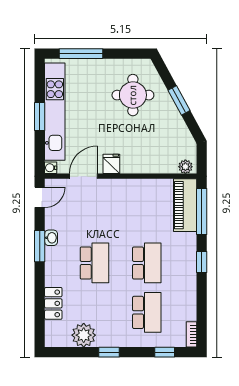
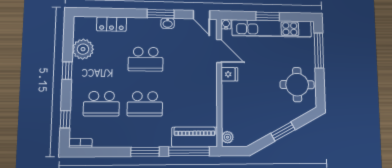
round table: (133, 95) -> (297, 85), moved
window: (202, 262) -> (145, 152), width x1.50

